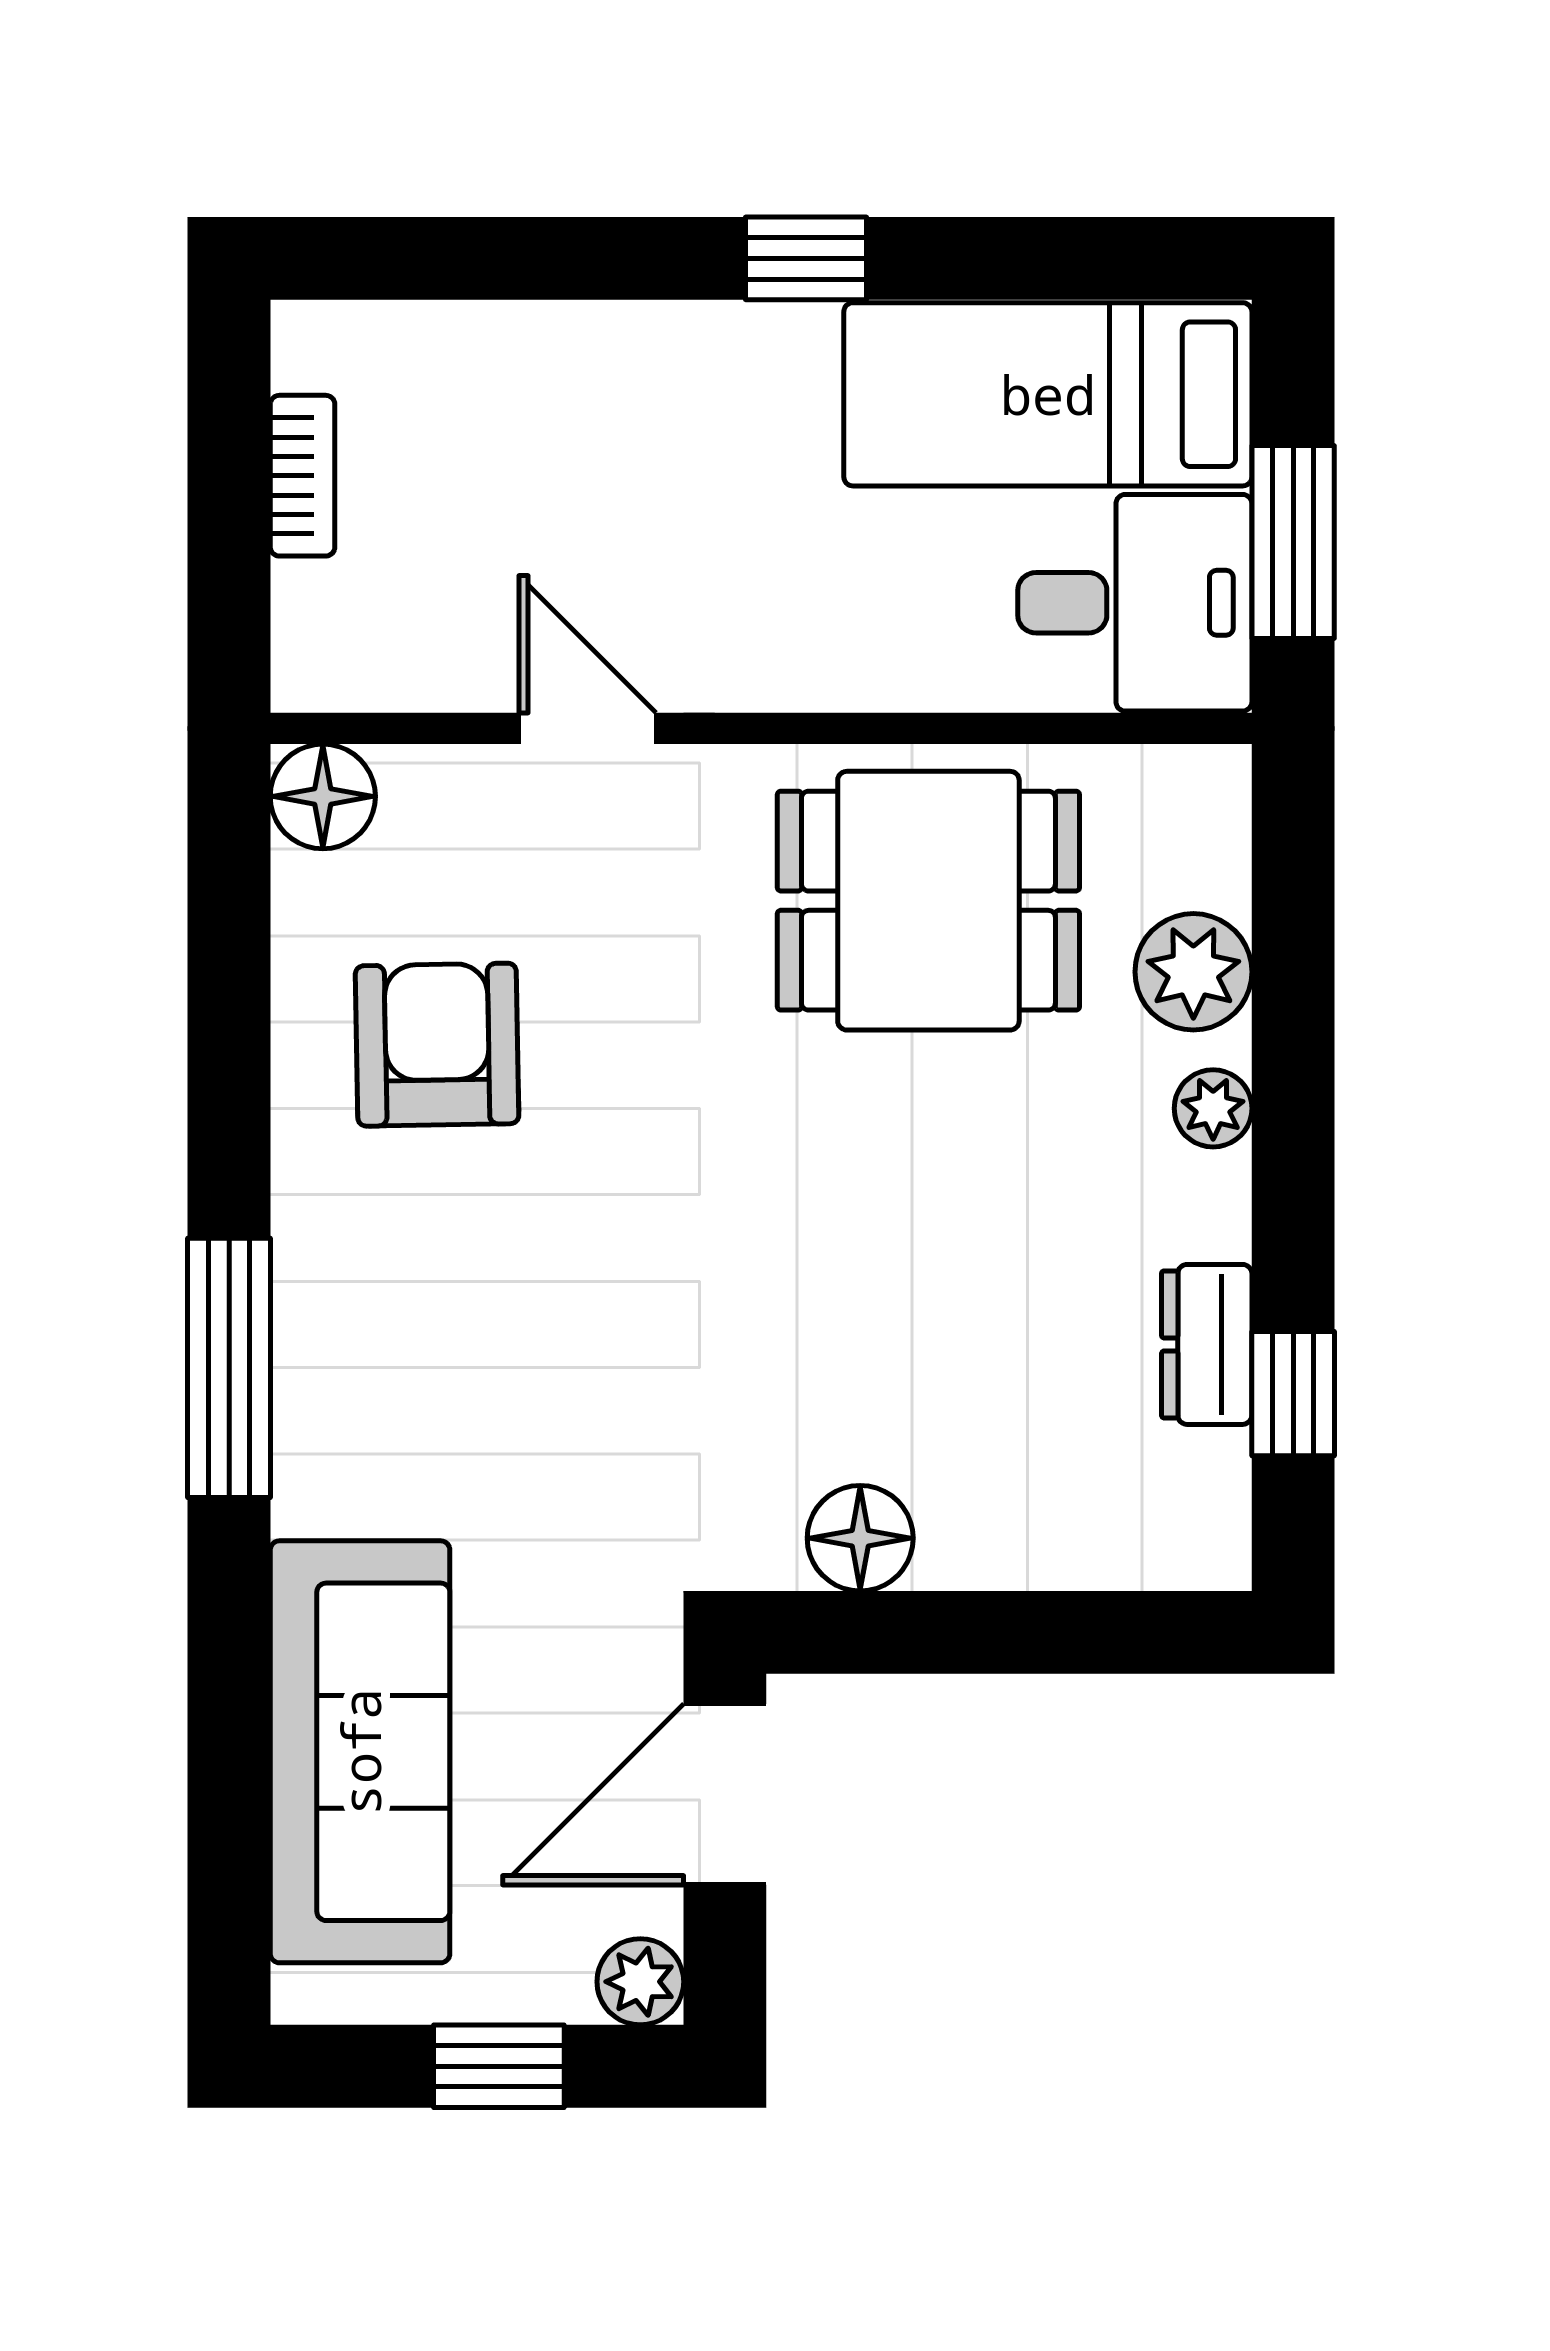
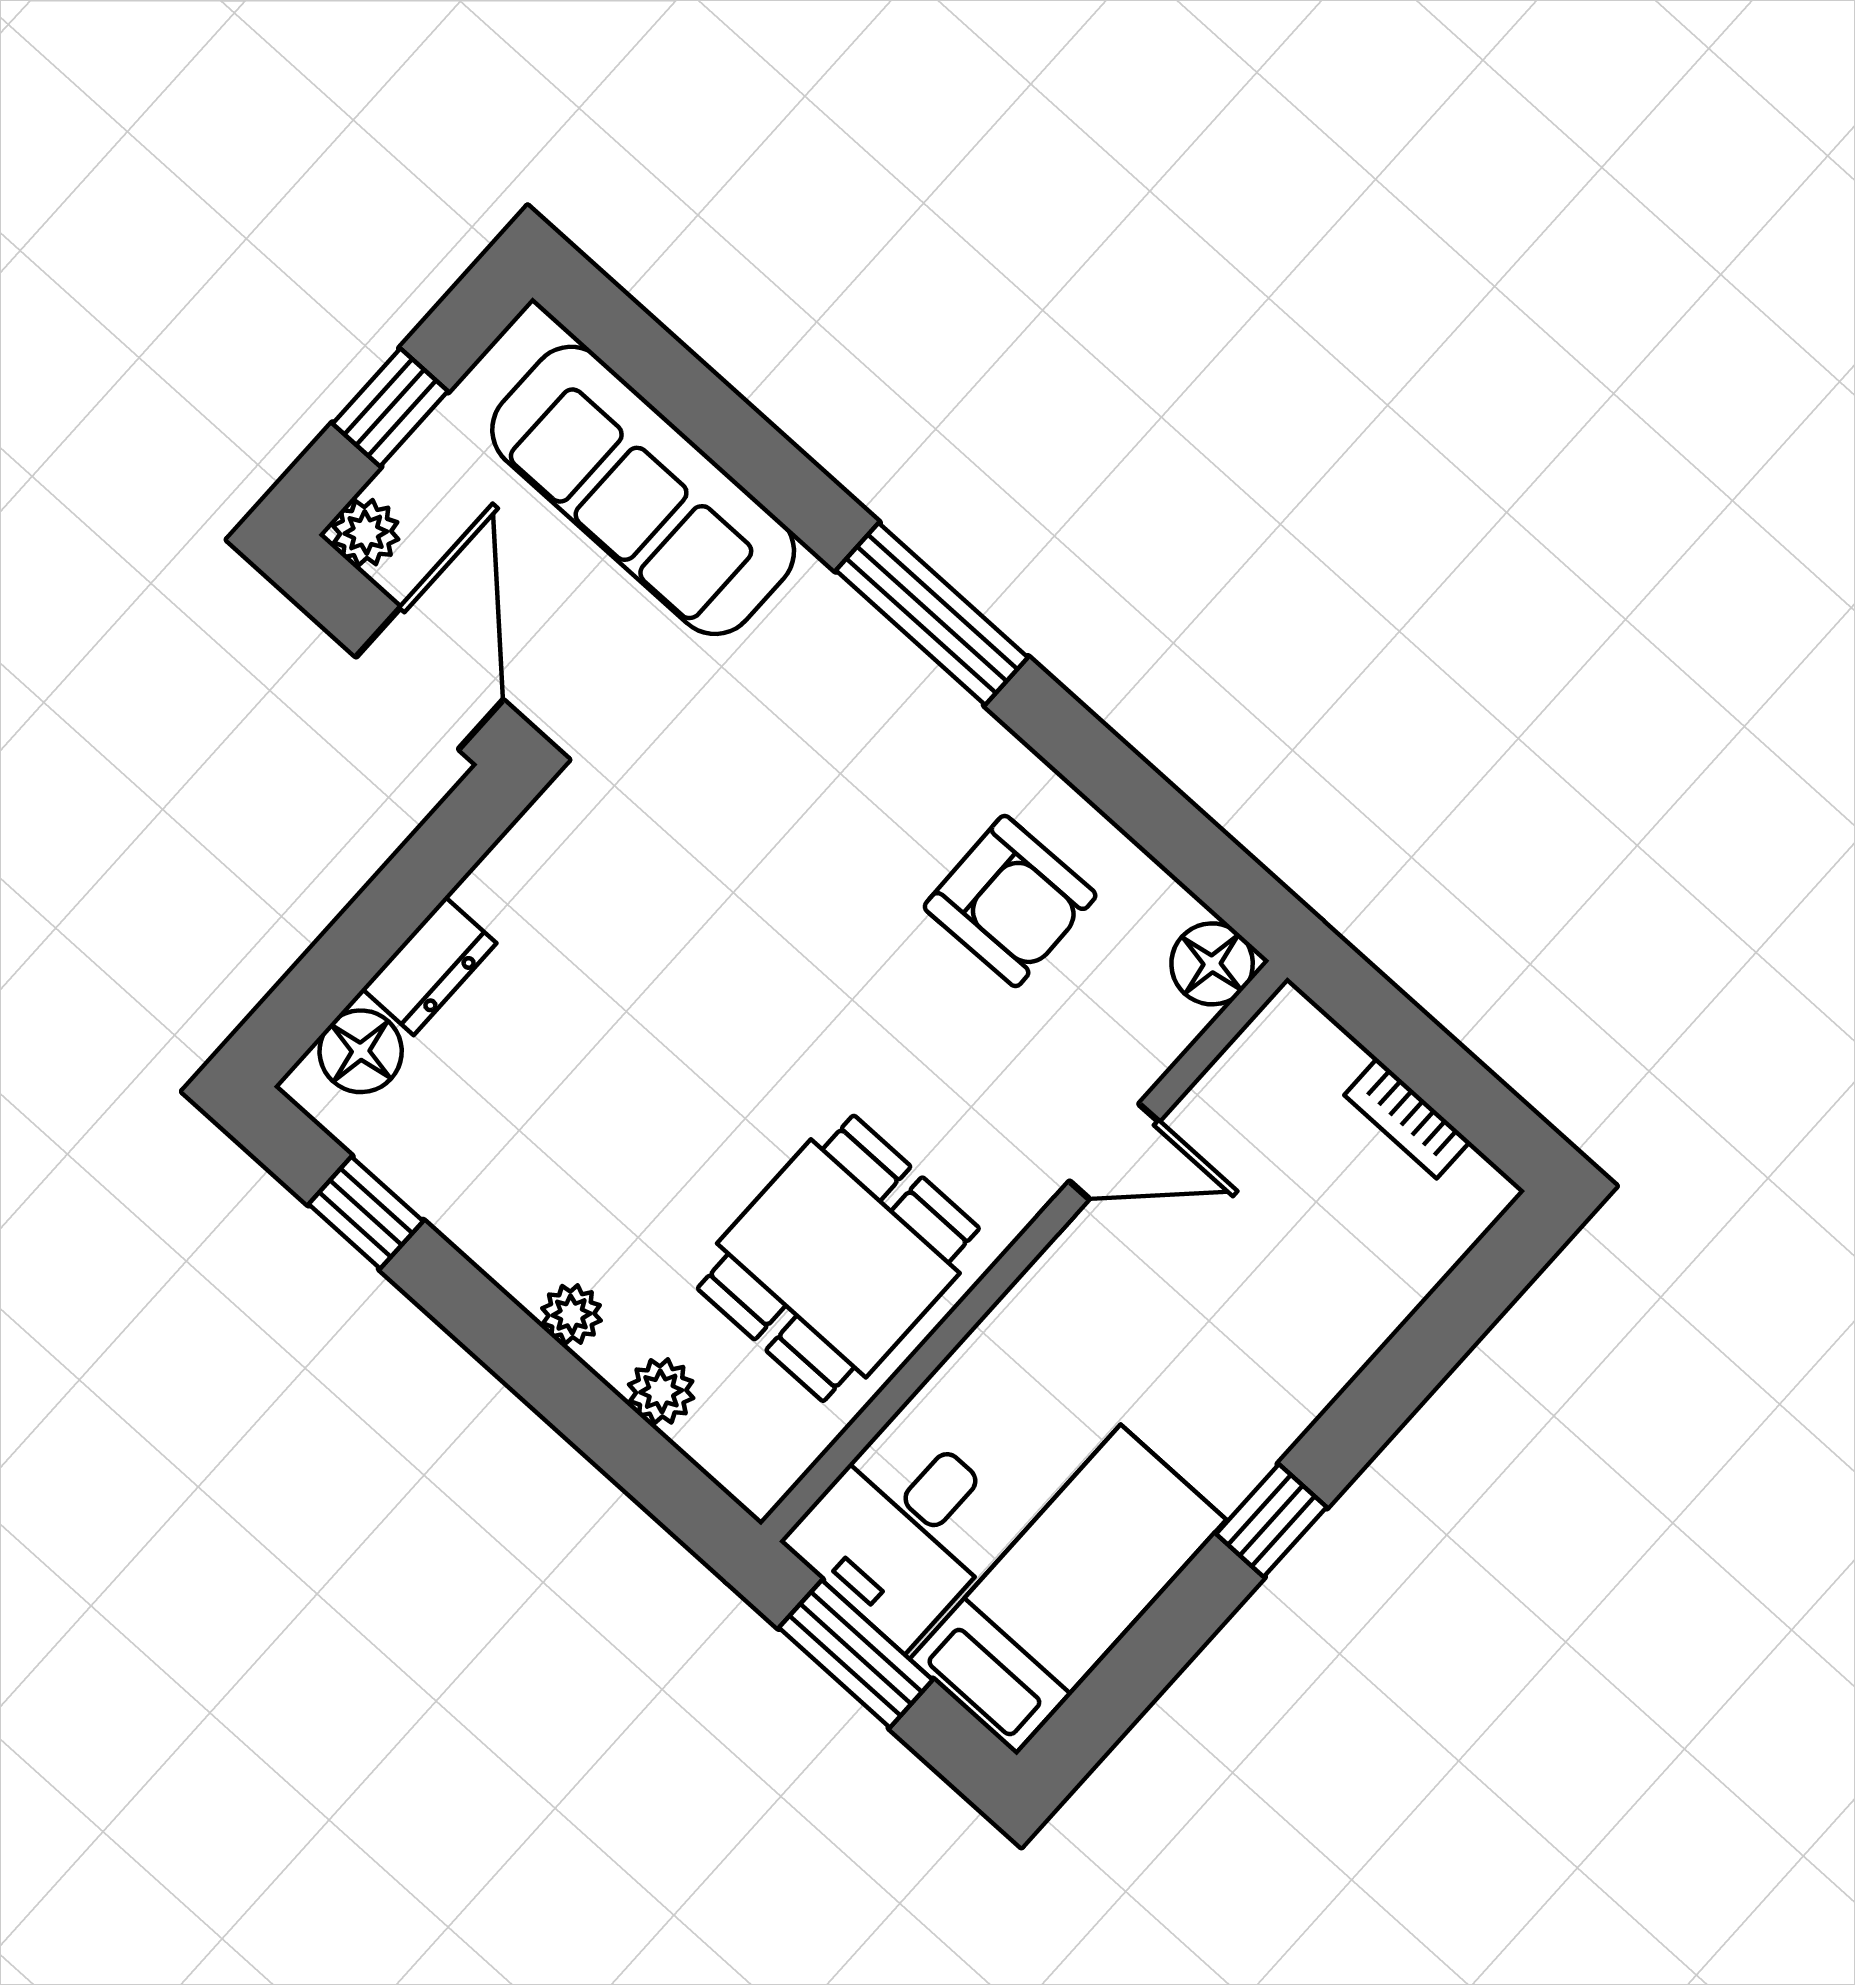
plant: (1193, 972) -> (661, 1391), width x0.73, depth x0.73
dresser: (1207, 1344) -> (429, 966), moved, turned 90
floor lamp: (860, 1538) -> (361, 1051), moved

